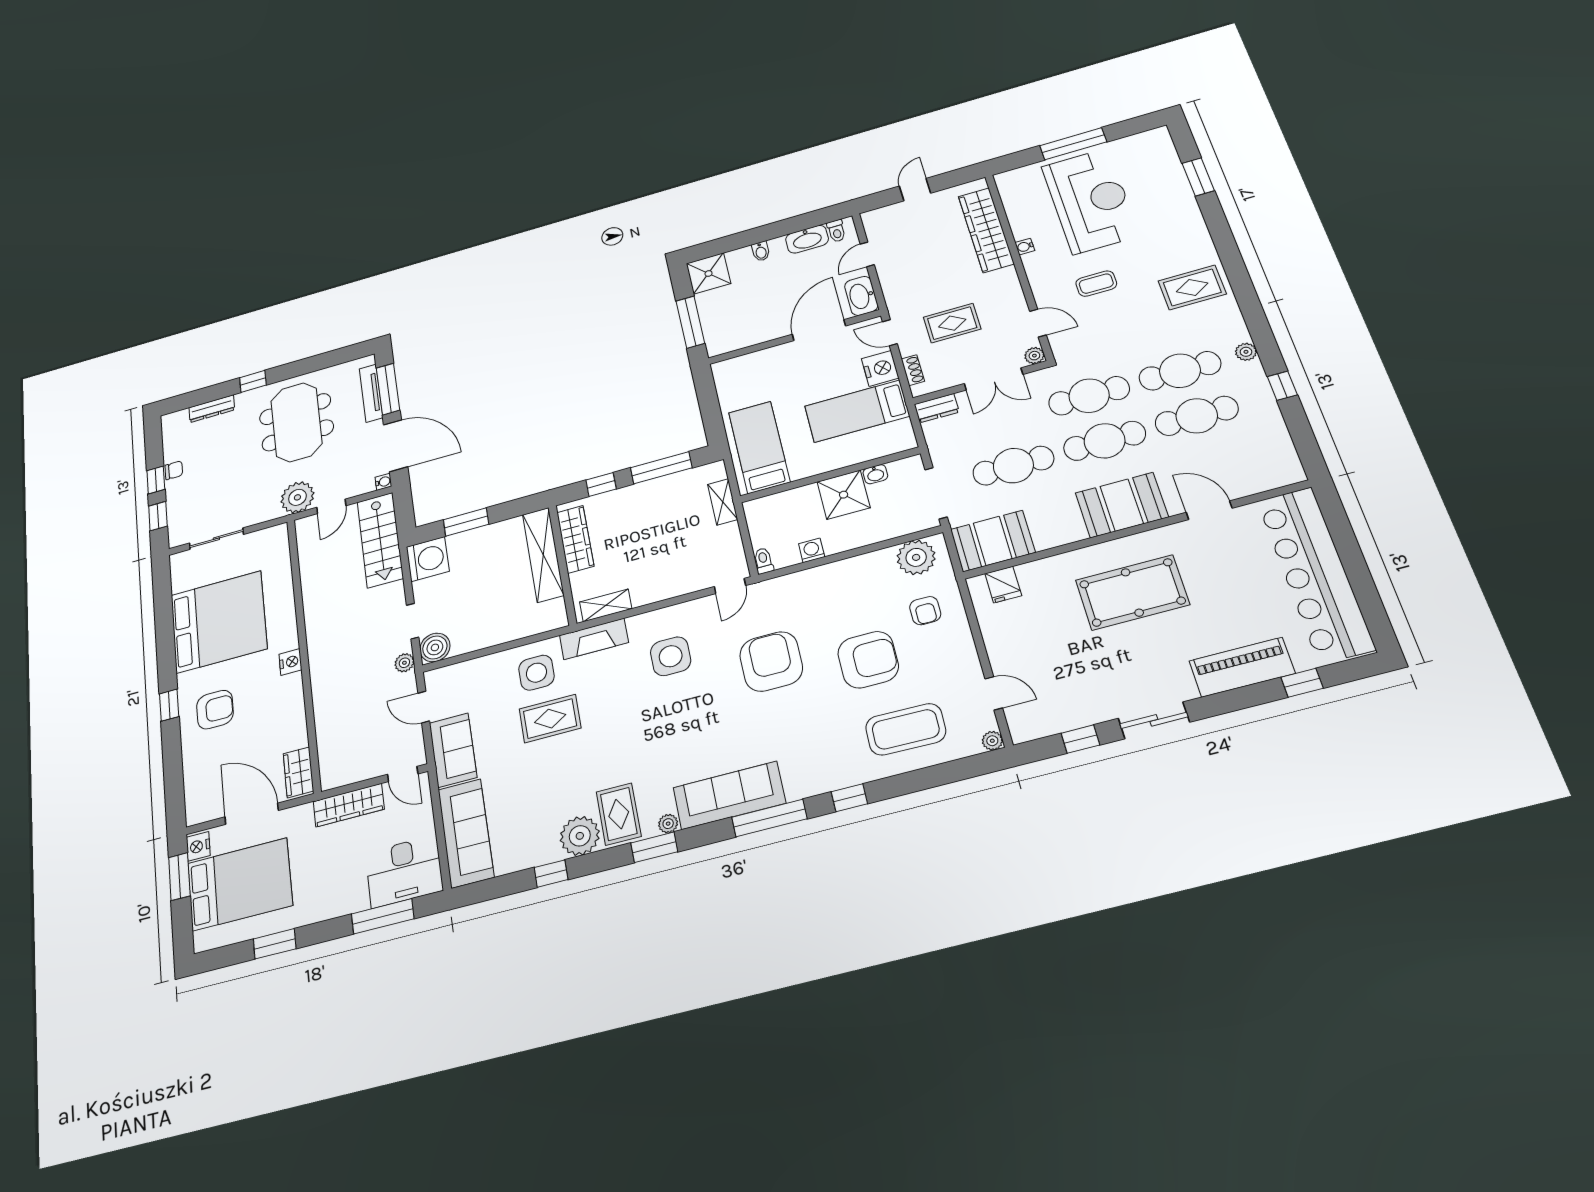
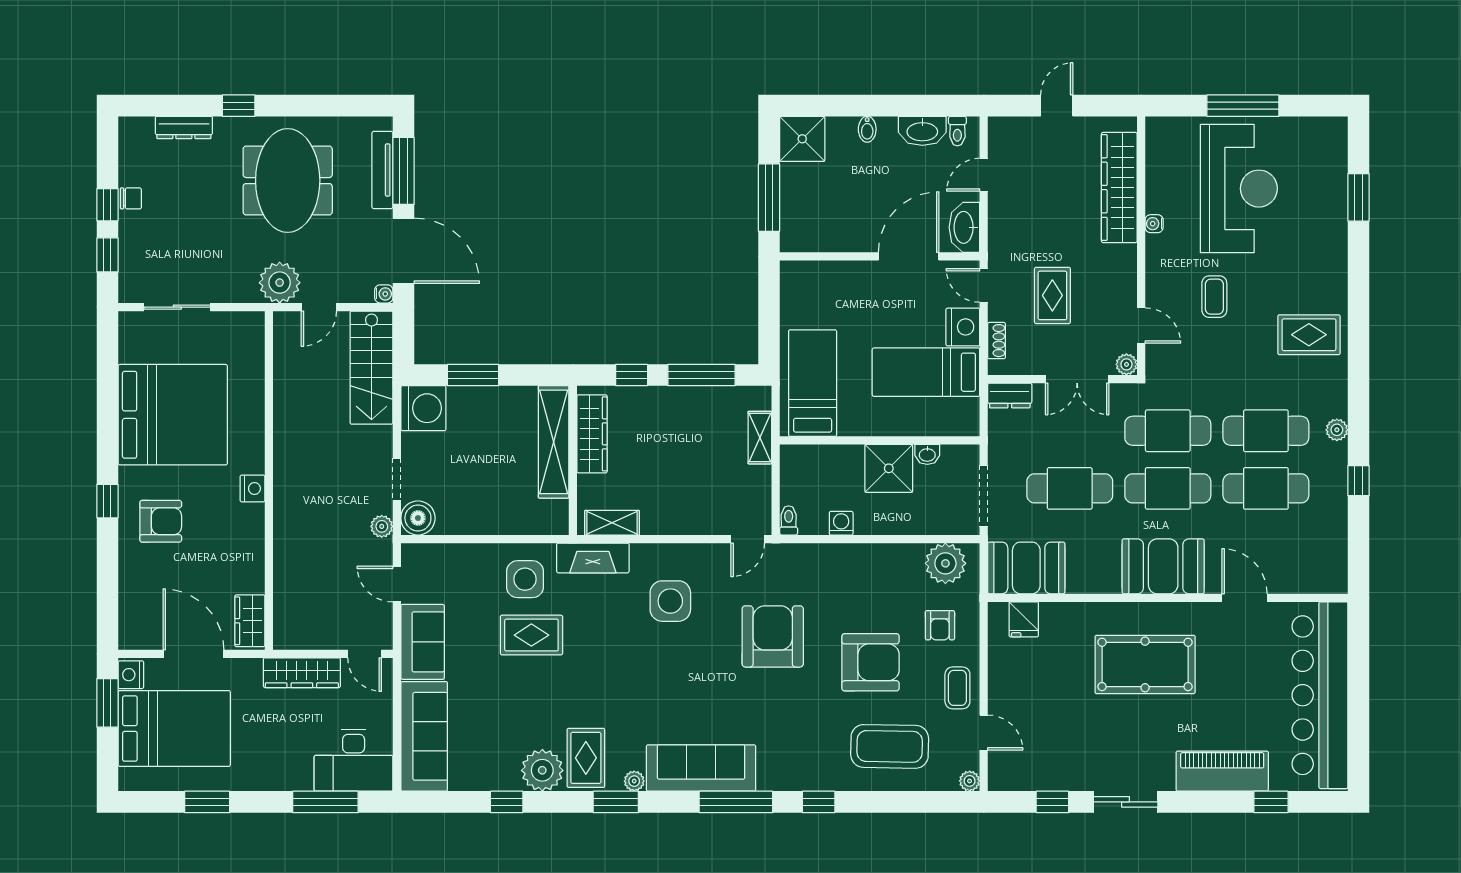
coffee table: (1096, 284) -> (1214, 297), turned 90
rug: (952, 323) -> (1052, 295), turned 90
coffee table: (957, 660) -> (957, 688), added

